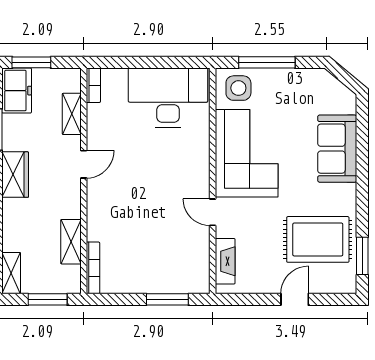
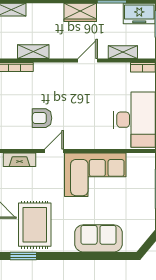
side table: (238, 88) -> (141, 169), removed
door: (84, 164) -> (88, 61), swing flipped
armchair: (166, 229) -> (42, 118), added

